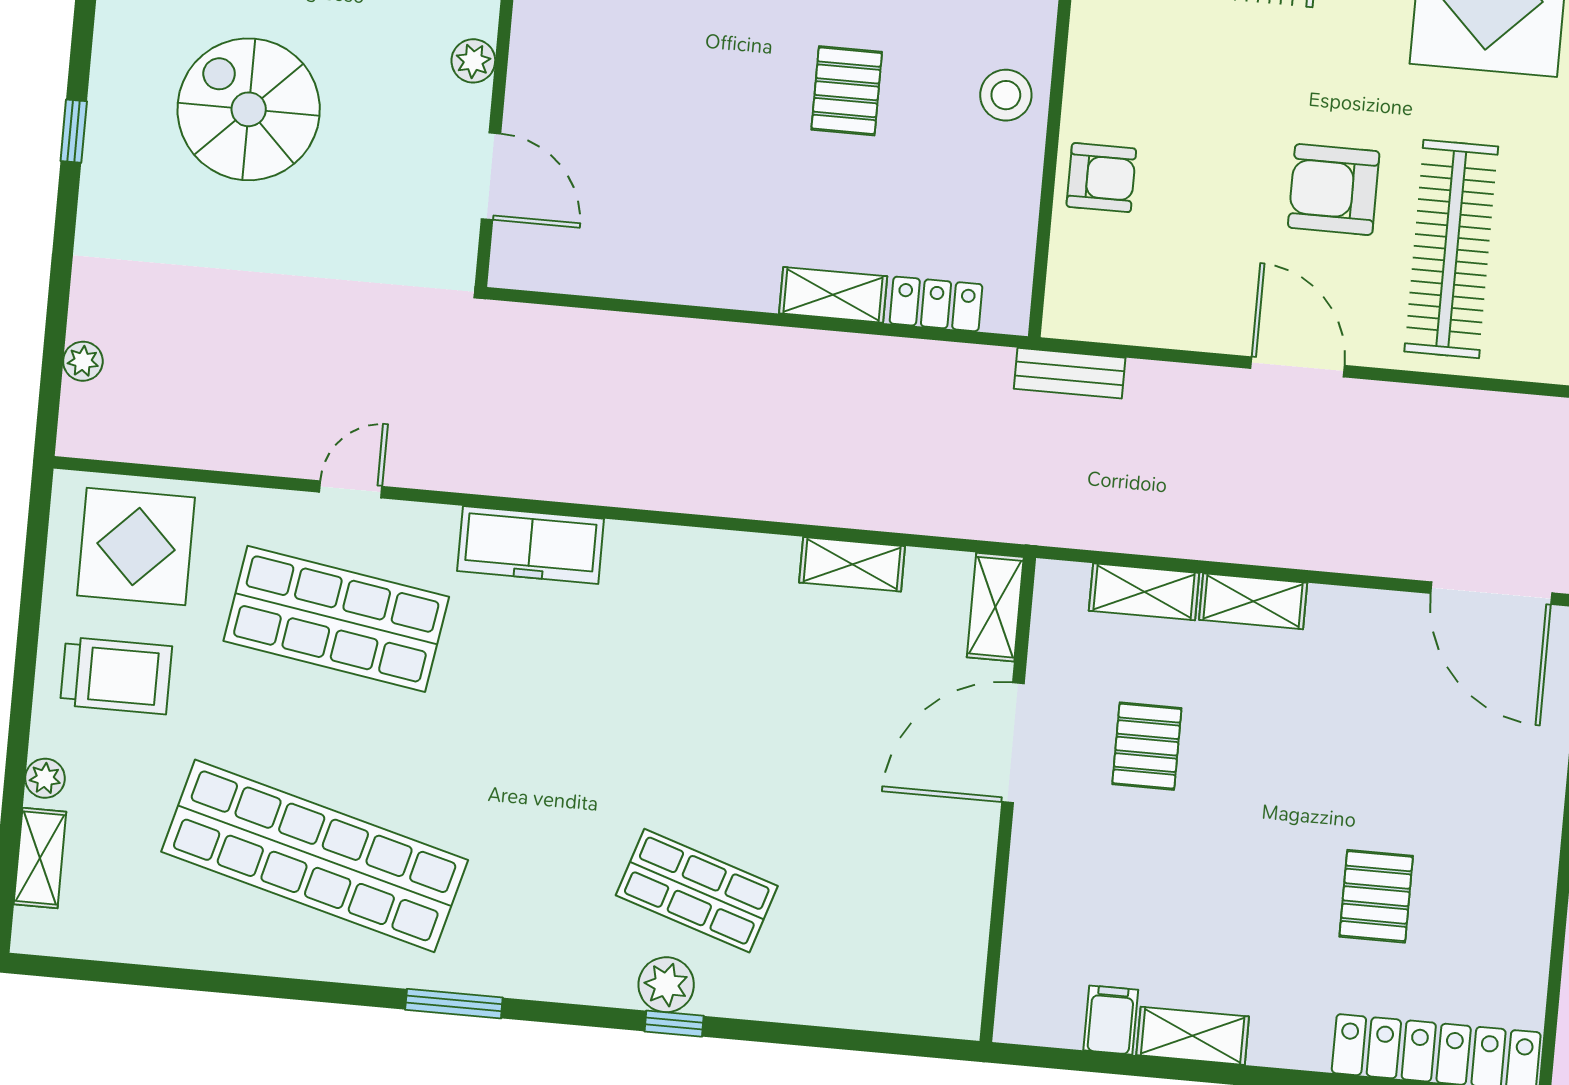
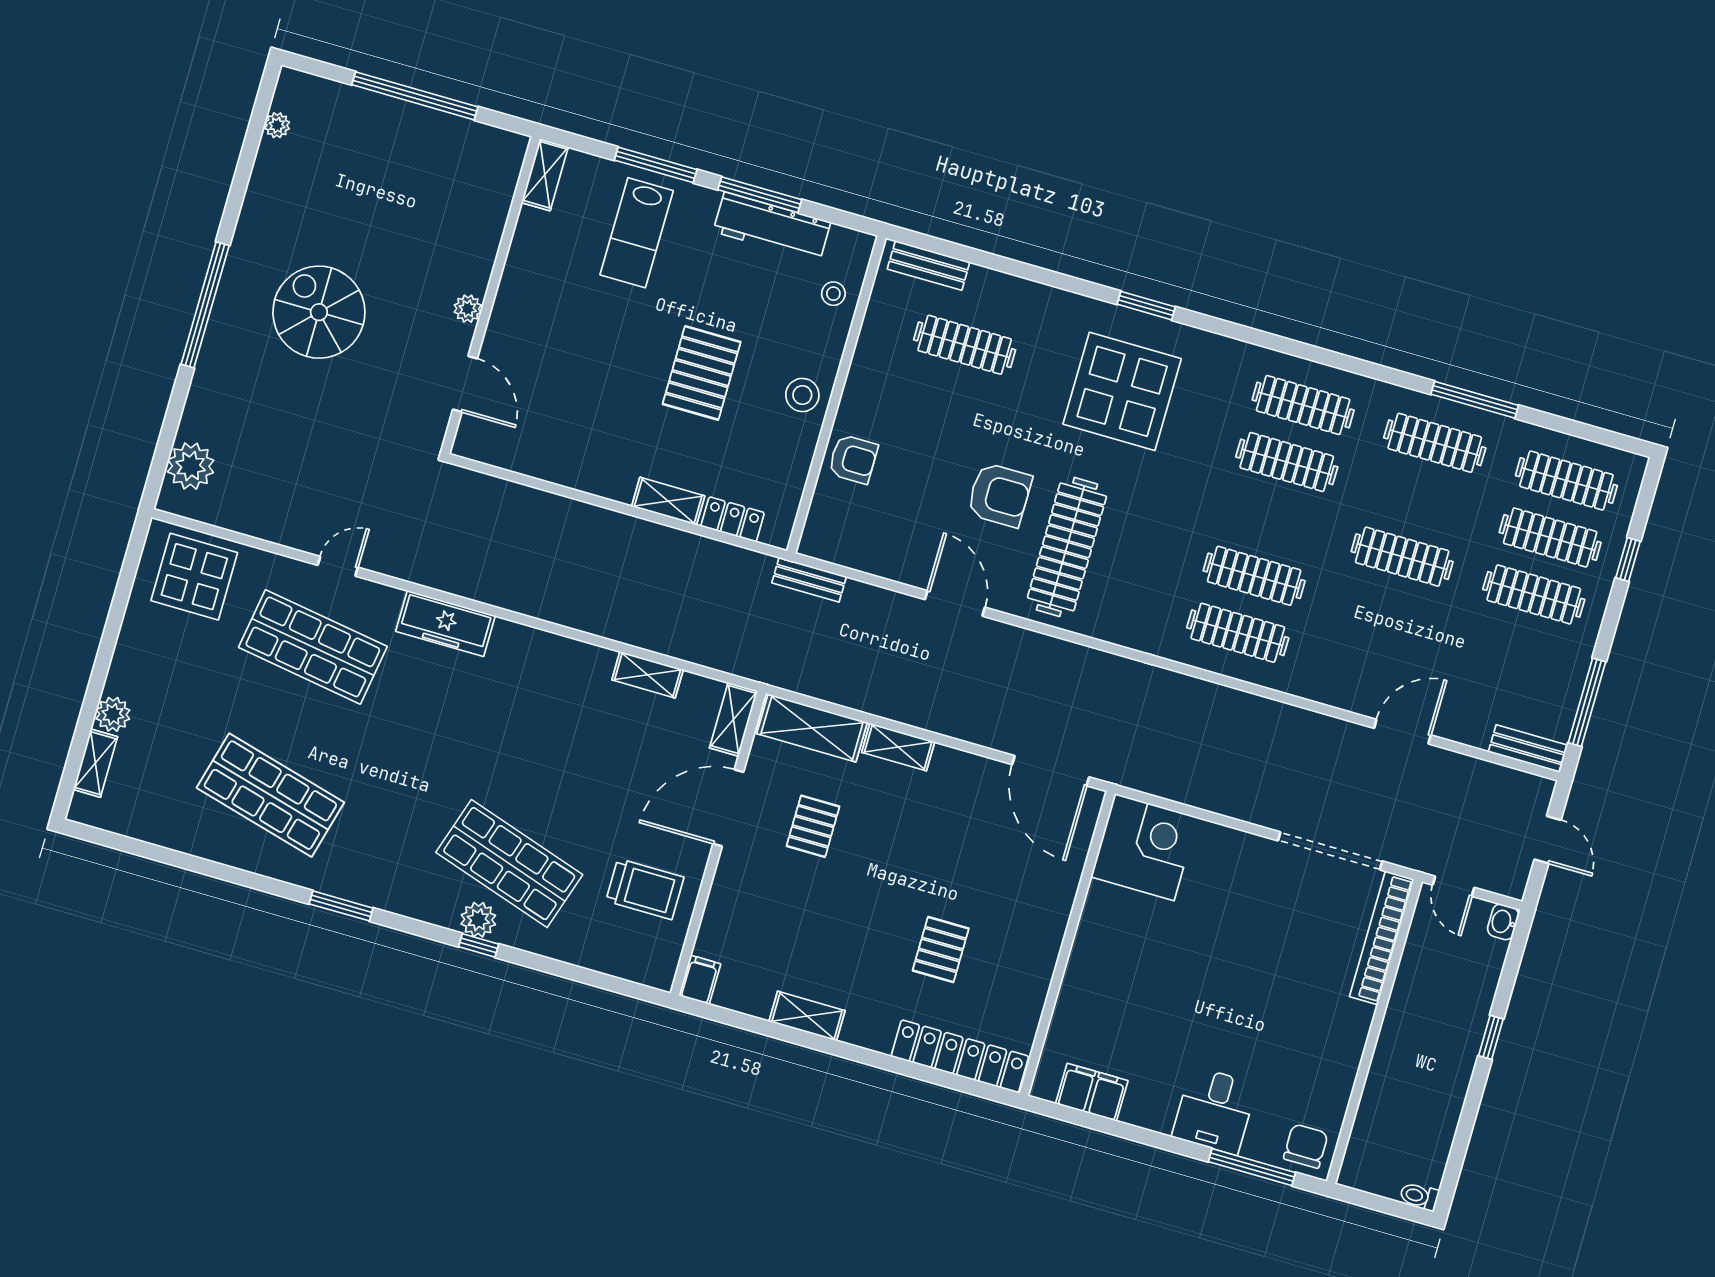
pallet: (847, 91) -> (702, 373), width x1.50, depth x1.42
window: (74, 131) -> (205, 305), width x3.17
armchair: (1334, 189) -> (999, 495), turned 180
plant: (83, 361) -> (191, 466), width x1.87, depth x1.87
shelving: (1144, 592) -> (812, 728), width x1.50, depth x1.33
trolley: (116, 676) -> (645, 889), moved
plant: (45, 778) -> (113, 714), width x1.38, depth x1.38
shop shelf: (315, 856) -> (270, 795), width x0.71
shop shelf: (697, 891) -> (509, 864), width x1.43, depth x1.36
filing cabinet: (1111, 1020) -> (700, 980), moved

